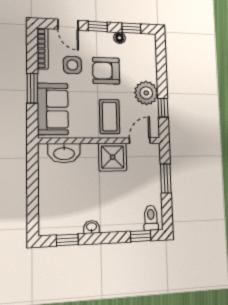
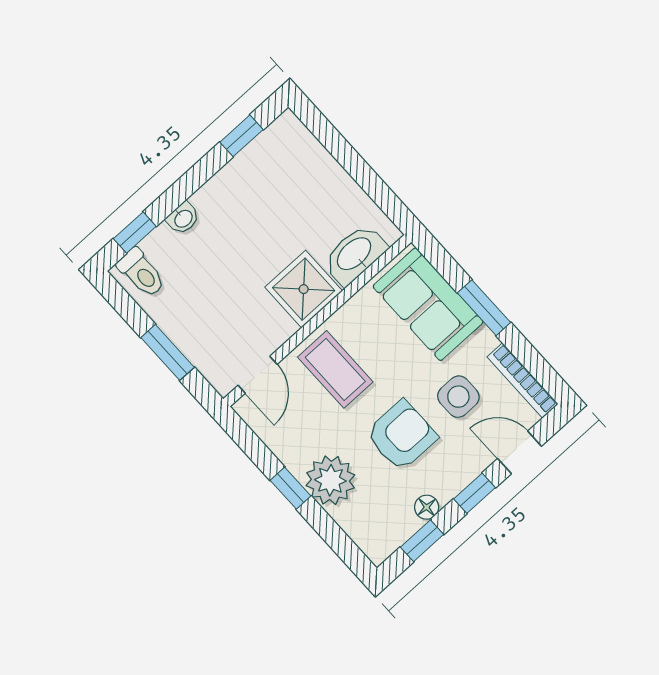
plant: (146, 93) -> (330, 480), moved
window: (163, 108) -> (291, 488), moved
shower: (113, 157) -> (304, 289), moved
washbasin: (91, 227) -> (183, 218), moved

